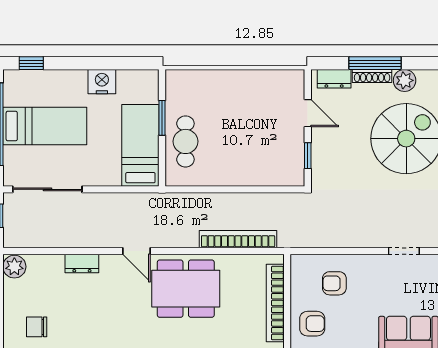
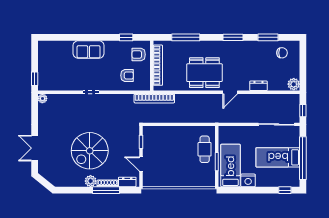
bed: (140, 145) -> (230, 166), moved, turned 180
bookcase: (238, 239) -> (154, 98), moved
door: (136, 251) -> (230, 92), swing flipped

